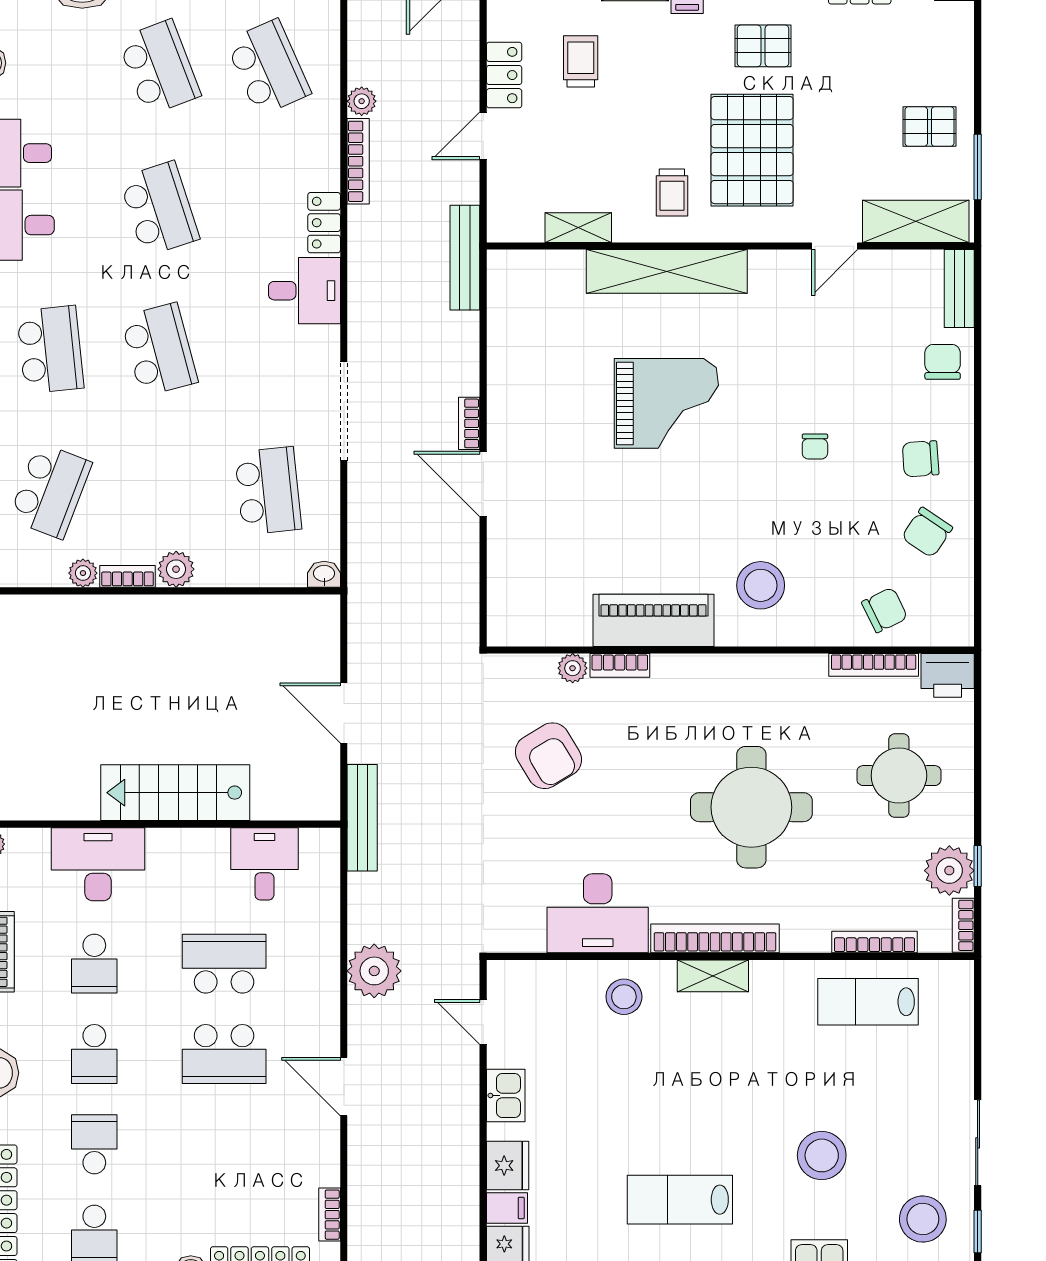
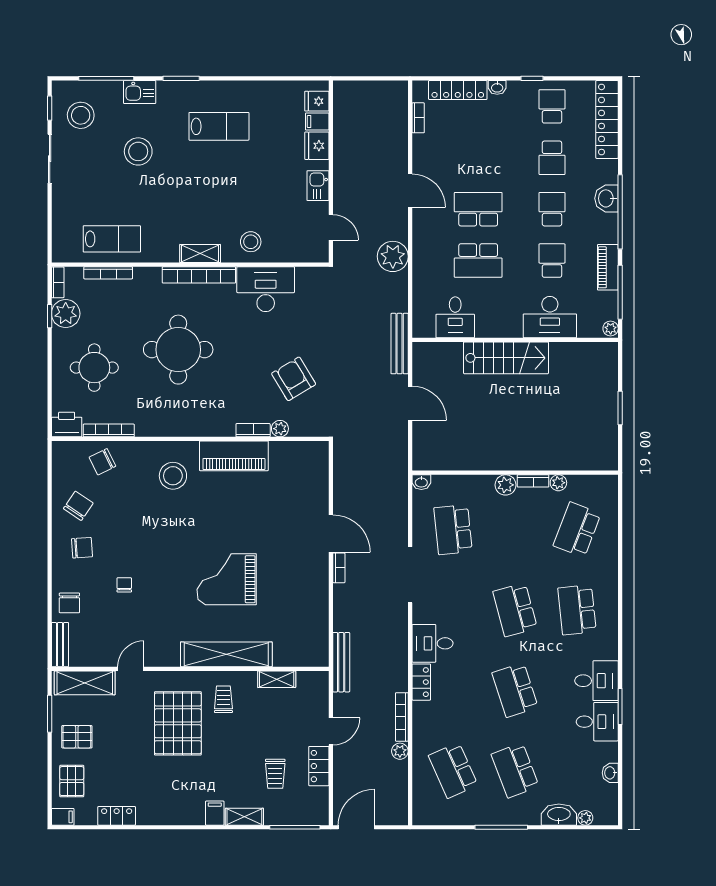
pallet: (763, 46) -> (72, 781), moved, turned 90
chair: (815, 446) -> (124, 585), moved

